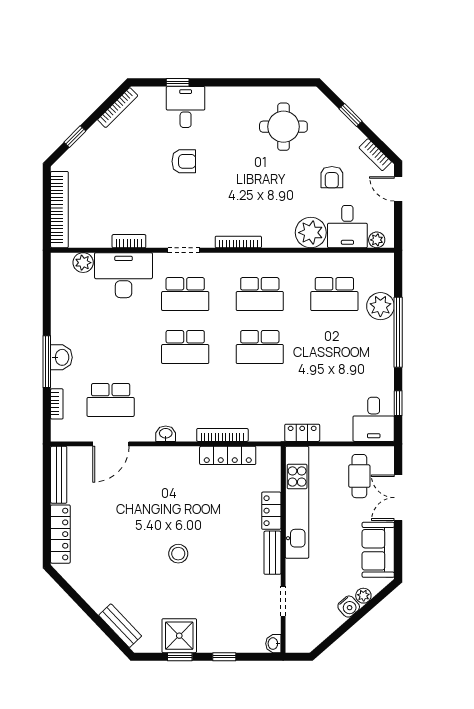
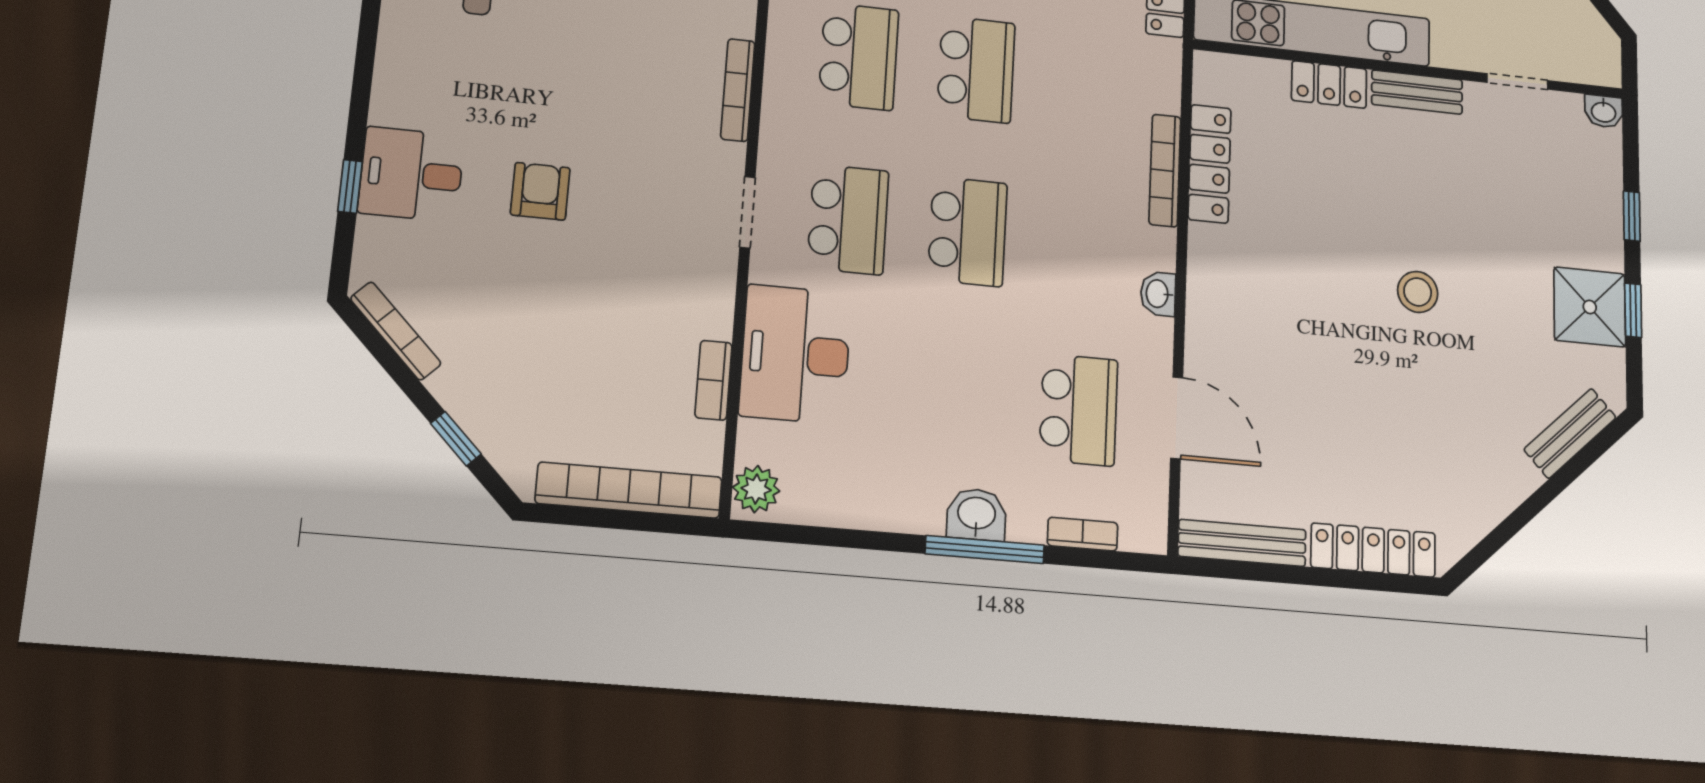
bookcase: (129, 241) -> (713, 380), moved
plant: (83, 263) -> (756, 489), moved

